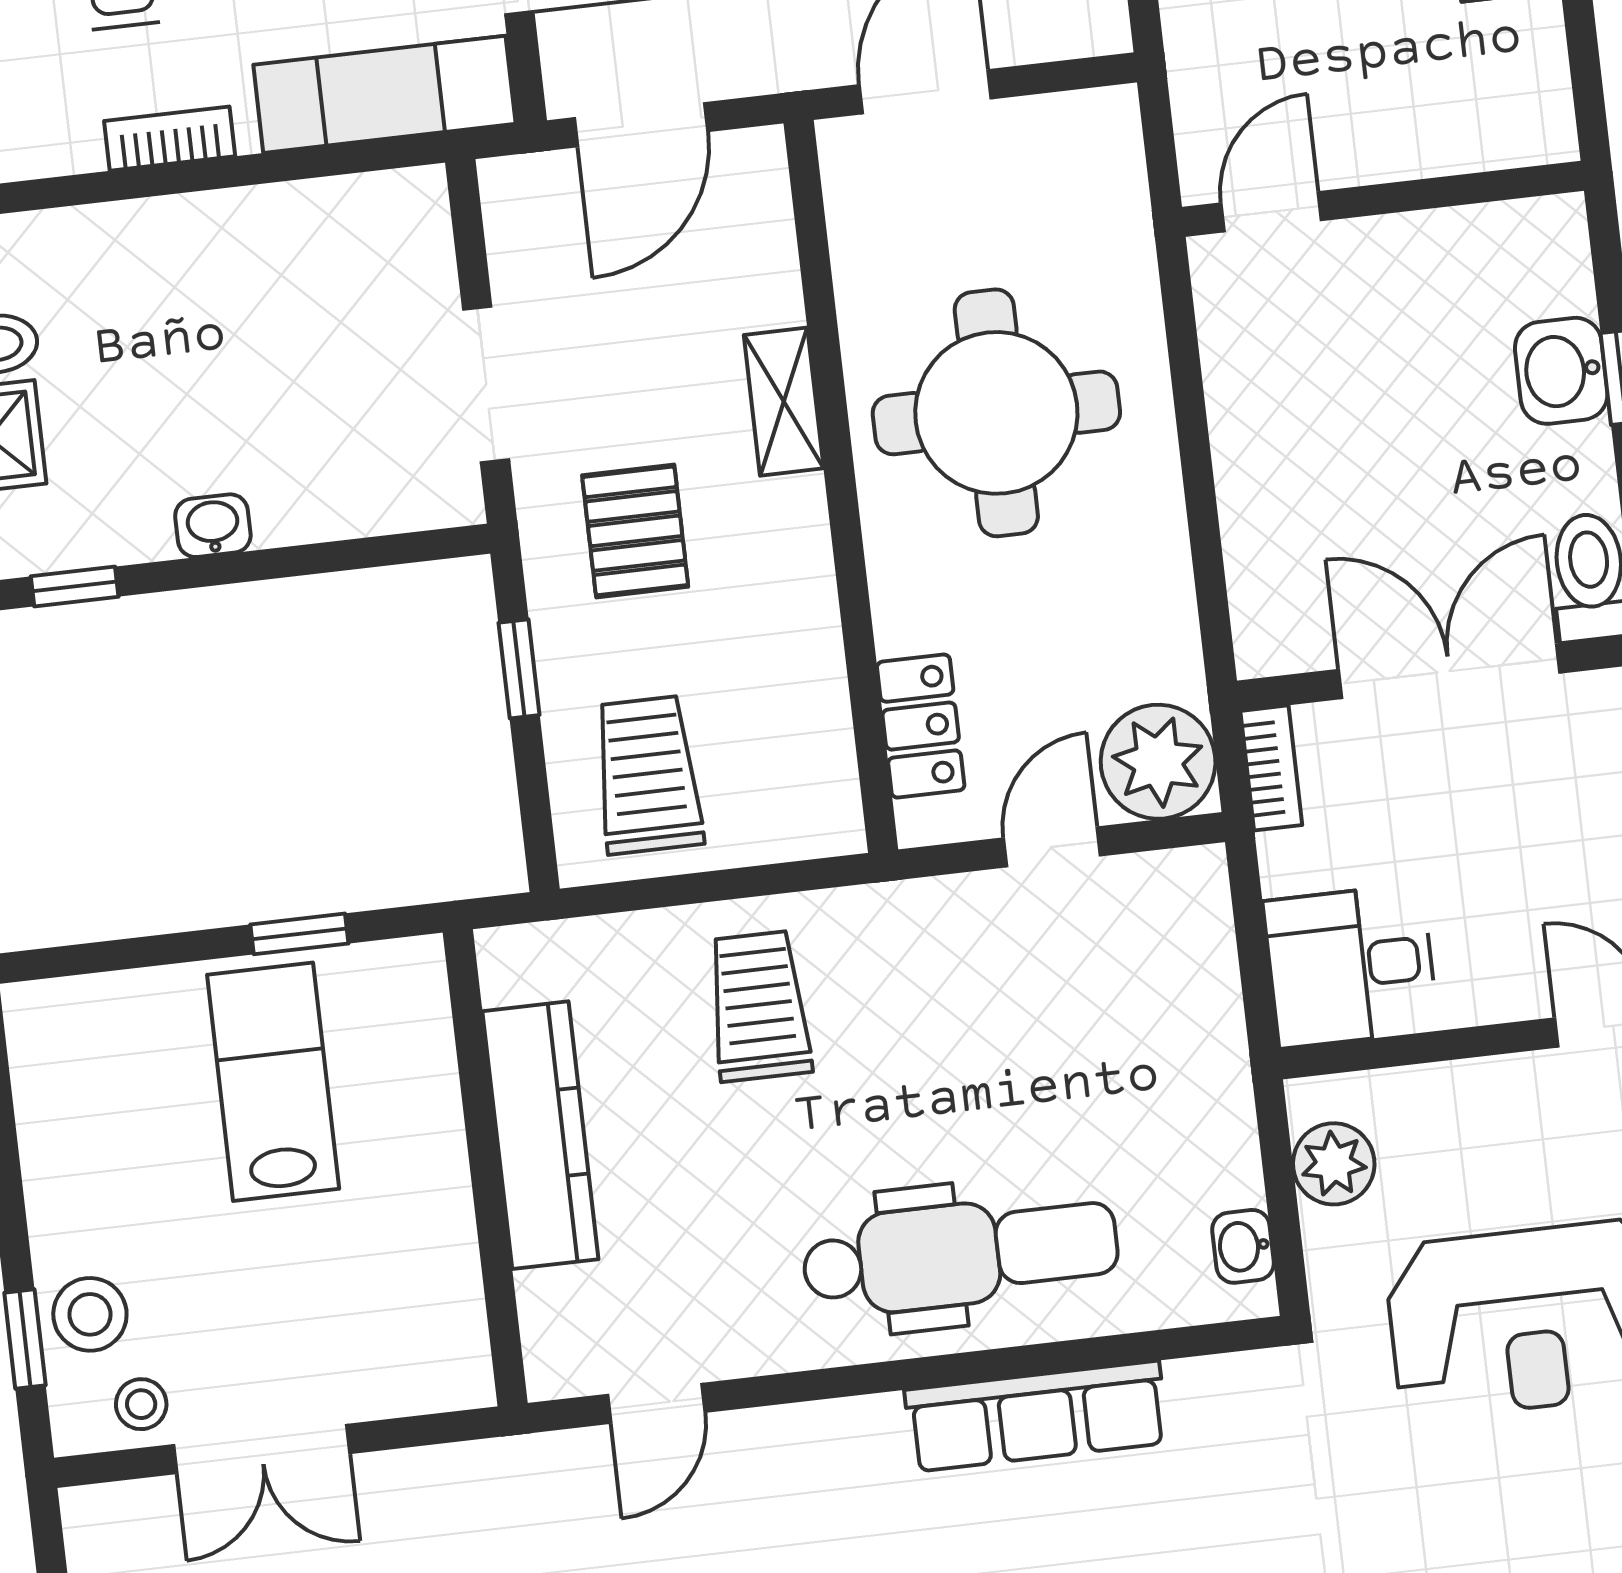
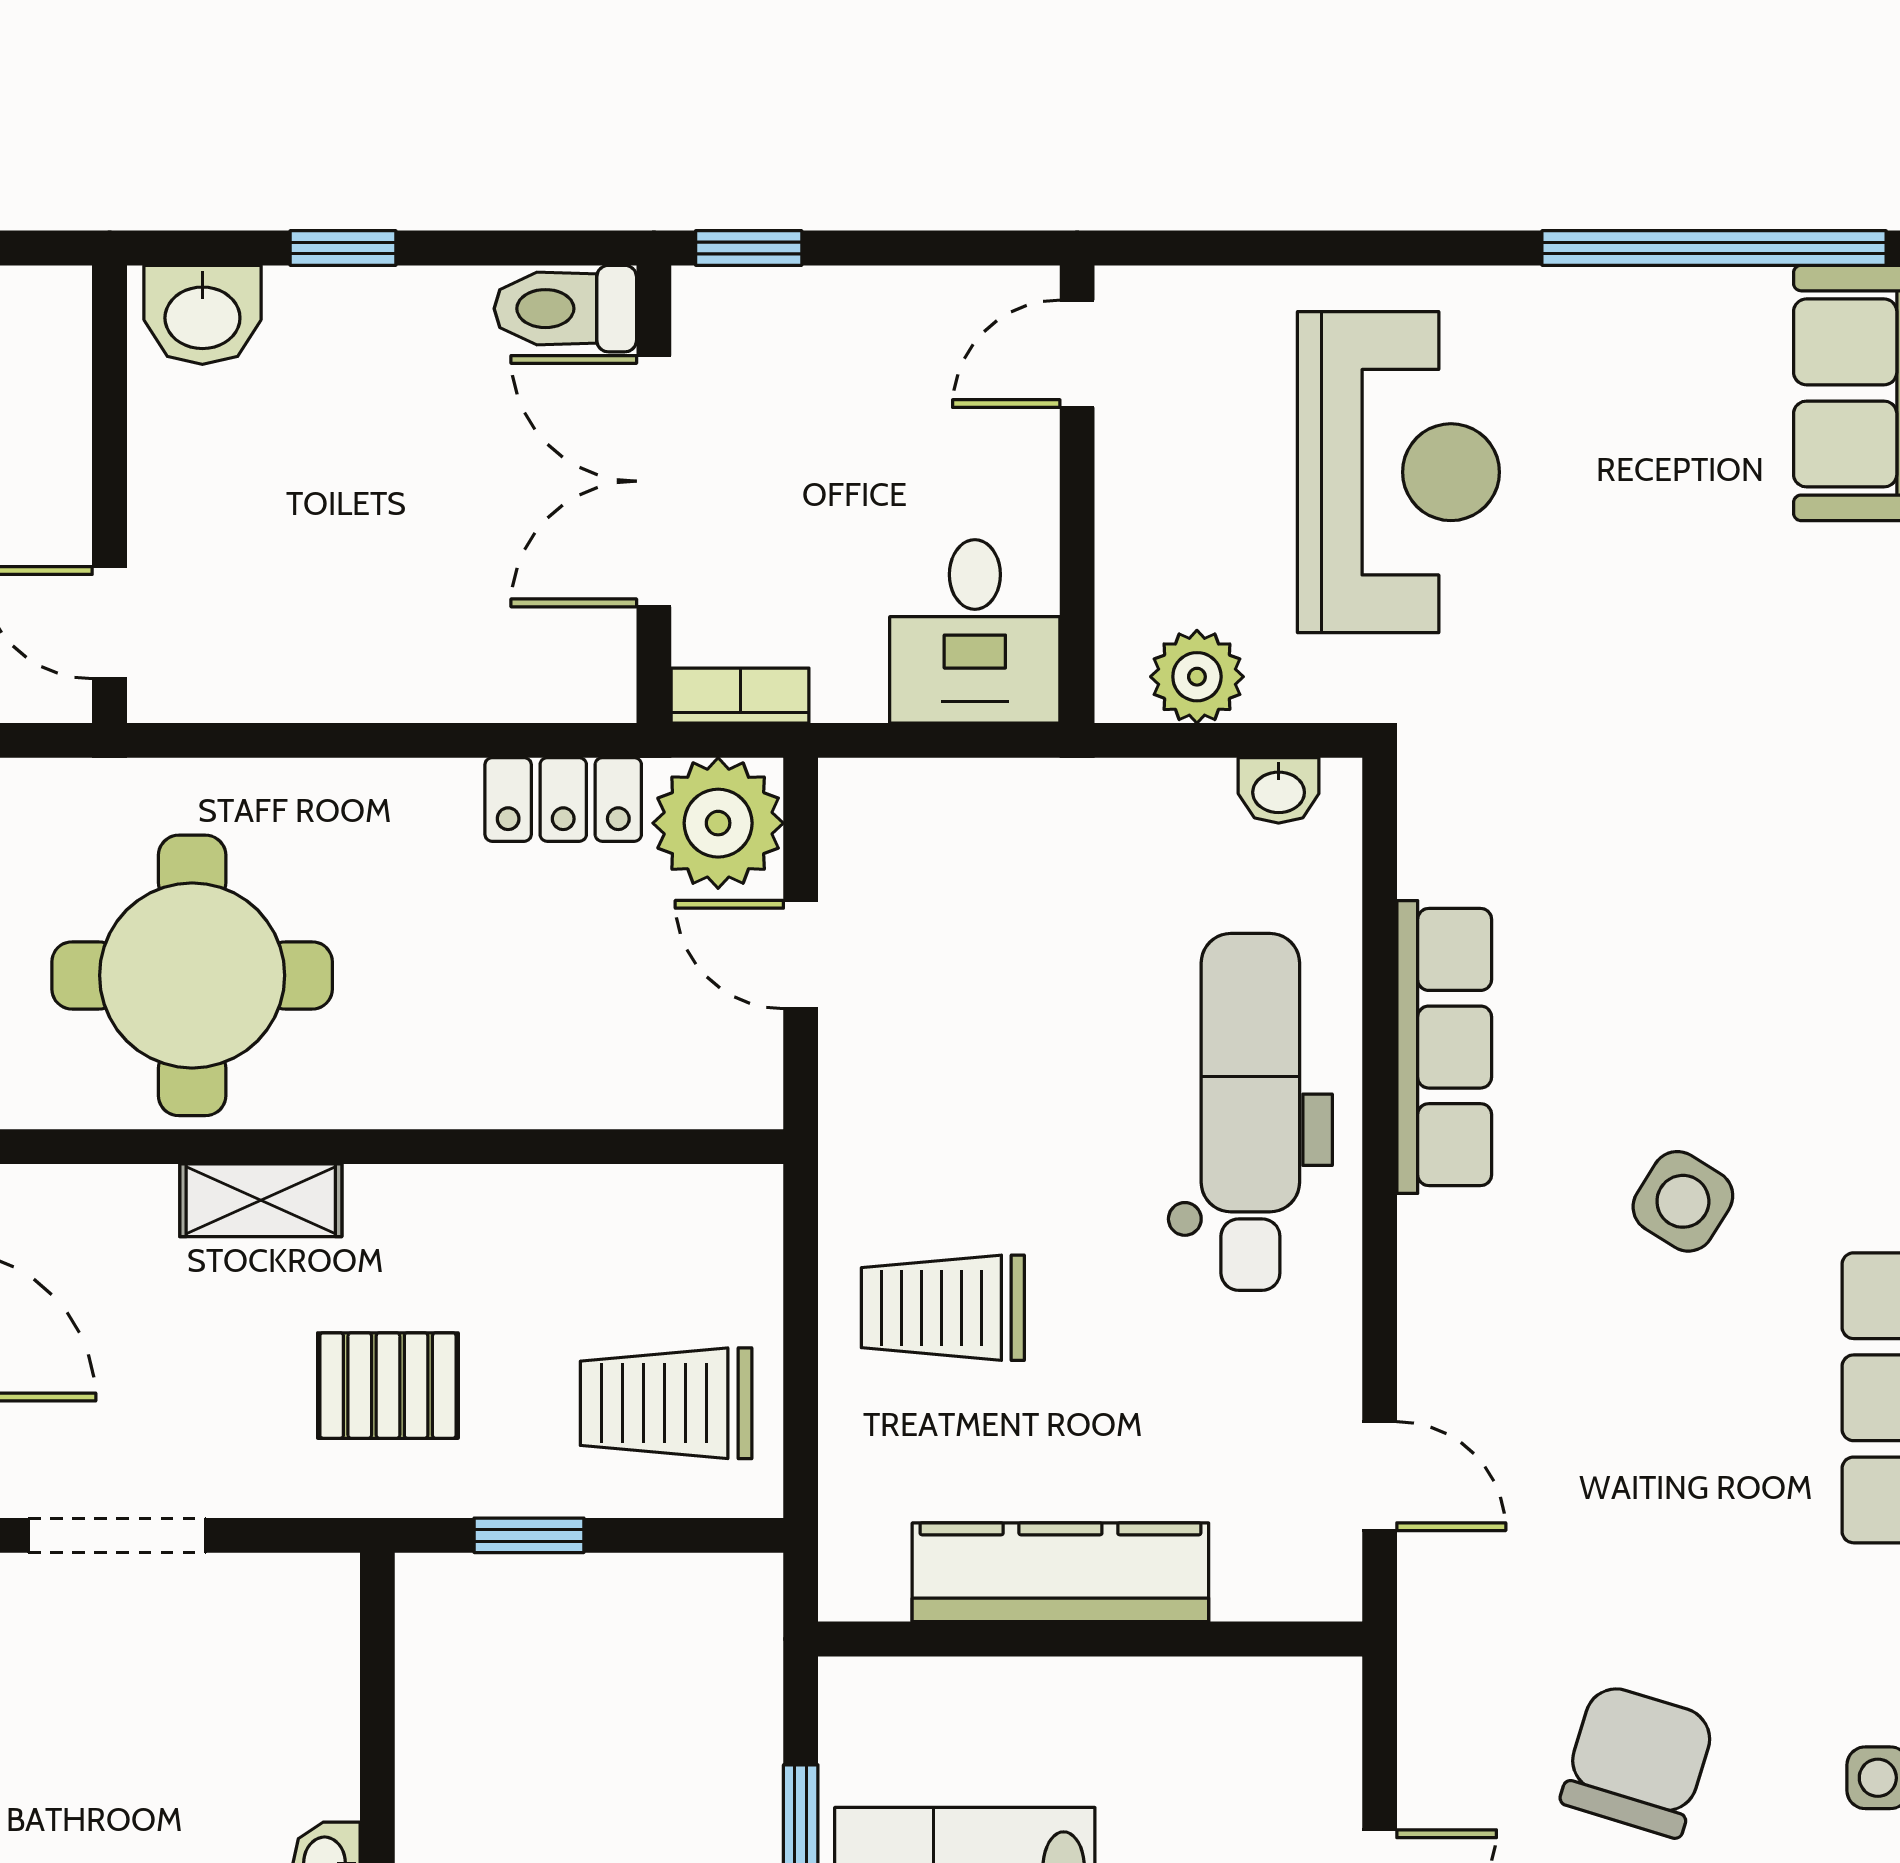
washbasin: (1561, 371) -> (202, 315), moved
doorway: (486, 384) -> (117, 1535), moved
round table: (996, 413) -> (192, 975), moved
locker: (921, 726) -> (563, 799), moved, turned 180

